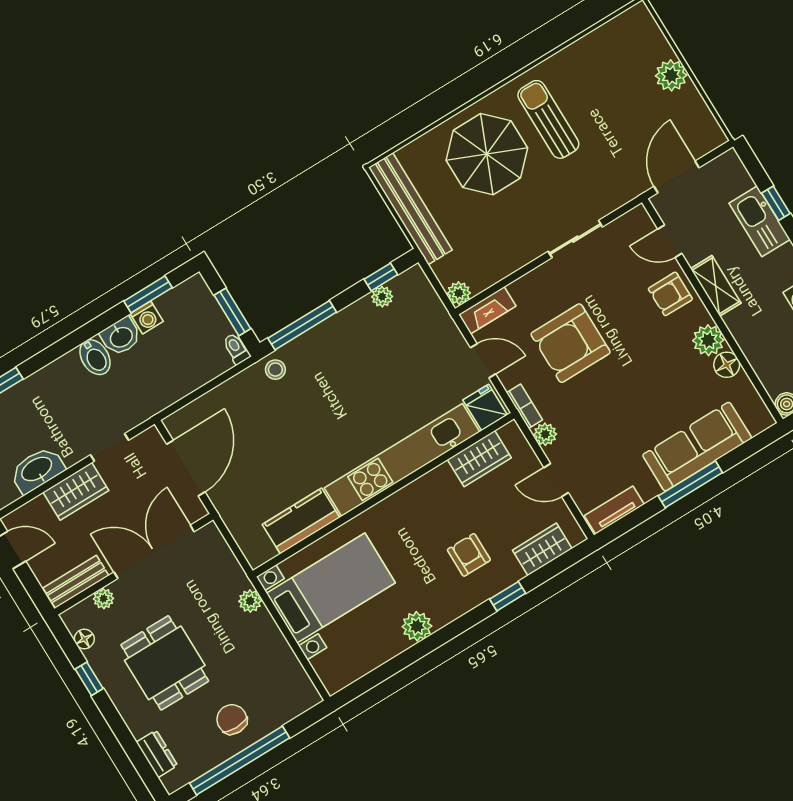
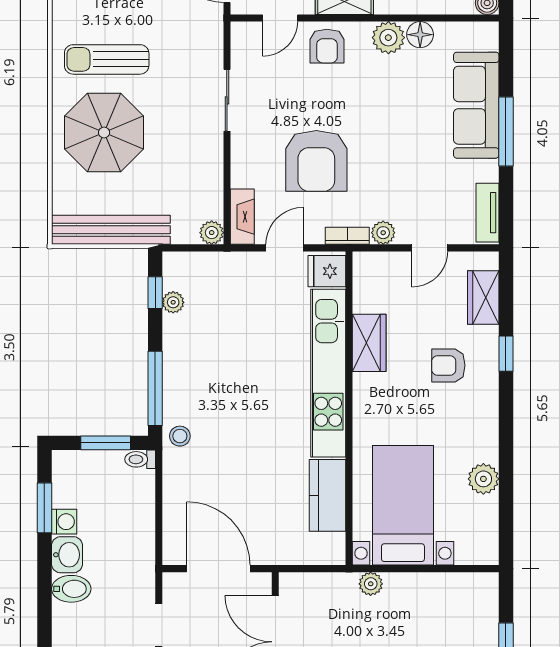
wardrobe: (479, 459) -> (369, 343), moved
plant: (417, 626) -> (483, 479), moved

